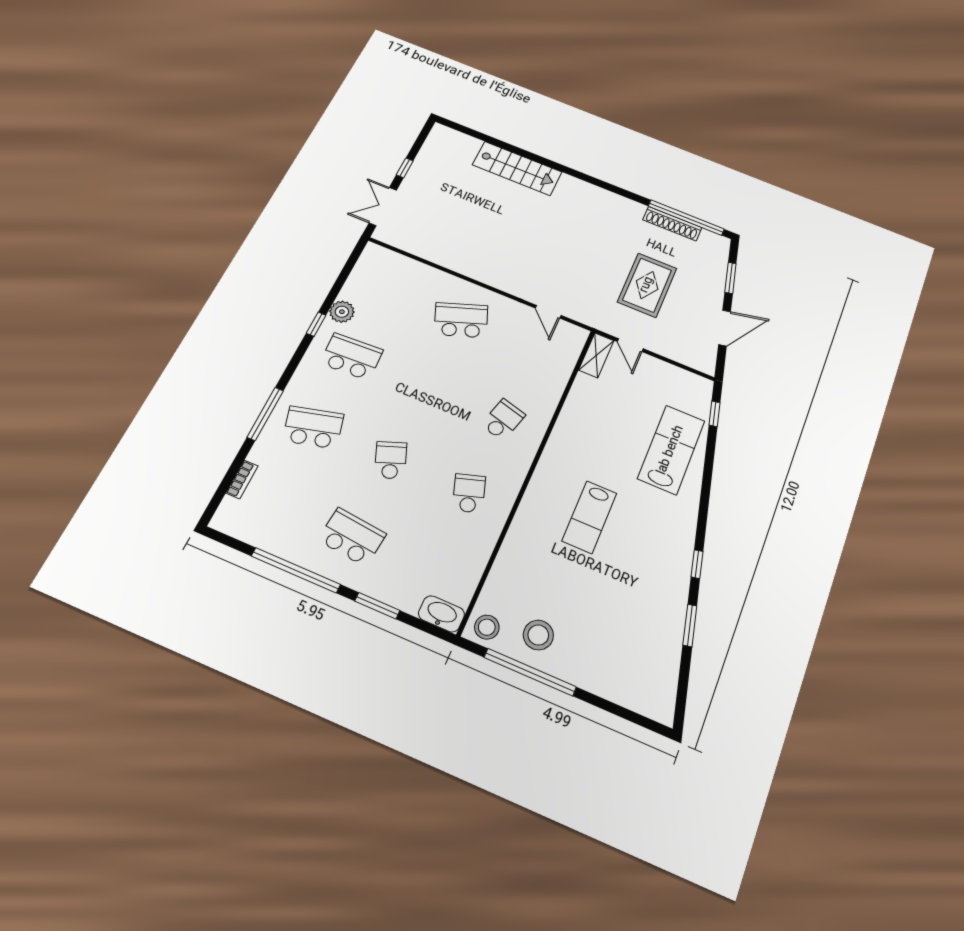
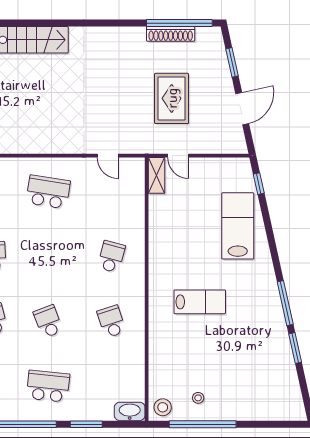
school desk: (461, 320) -> (48, 192), turned 30
lab bench: (589, 517) -> (200, 302), turned -90
window: (697, 564) -> (285, 303), width x2.17
stool: (538, 635) -> (198, 398), width x0.53, depth x0.53

